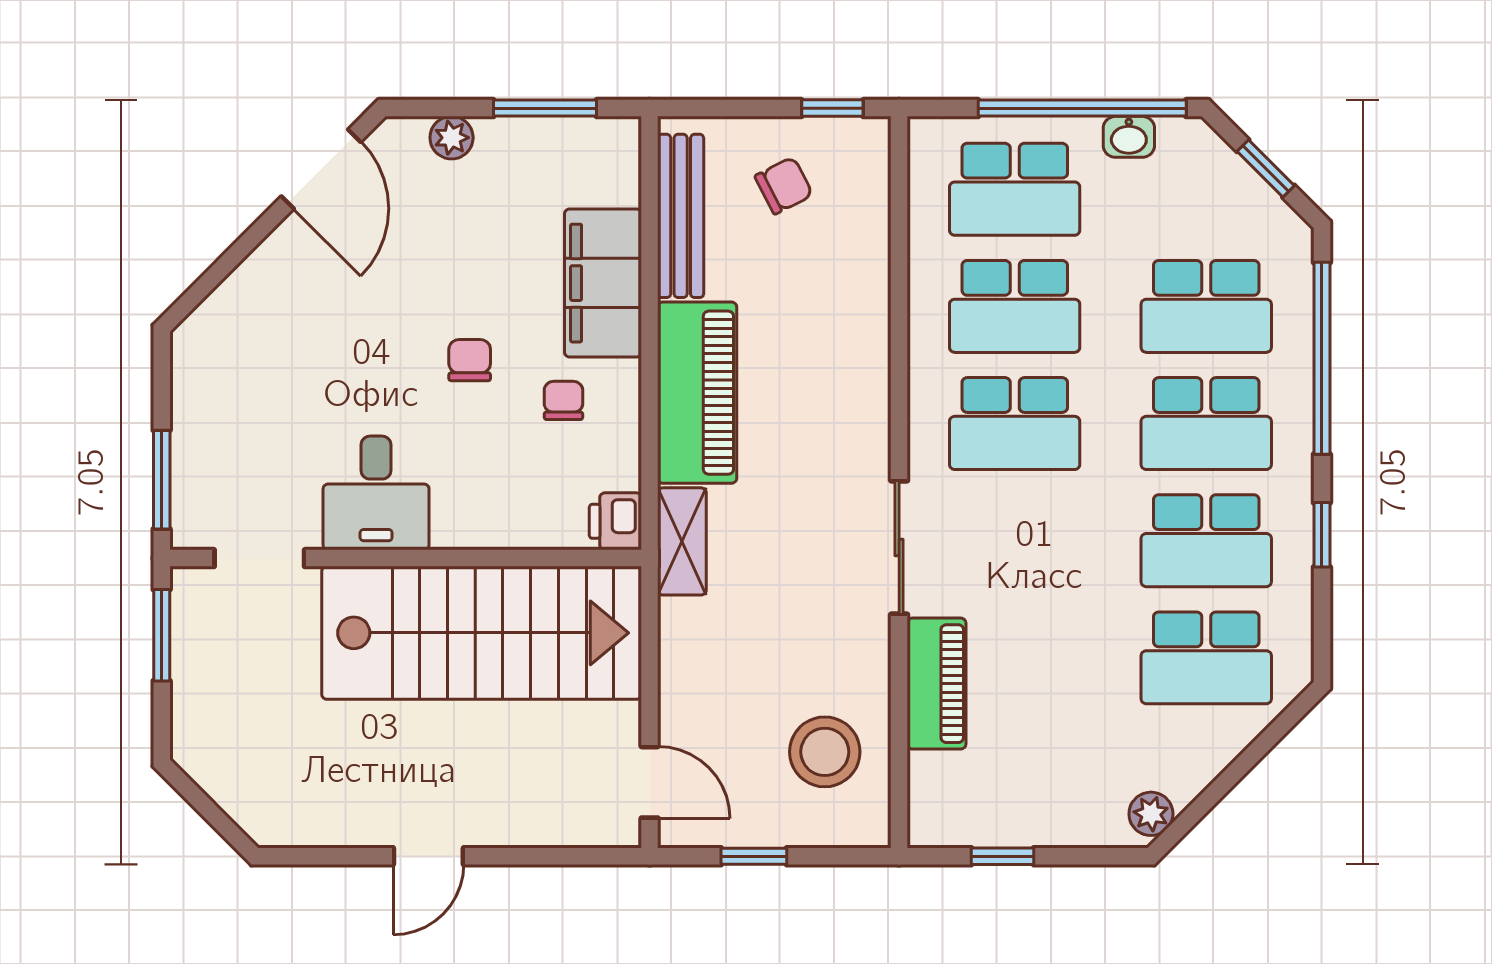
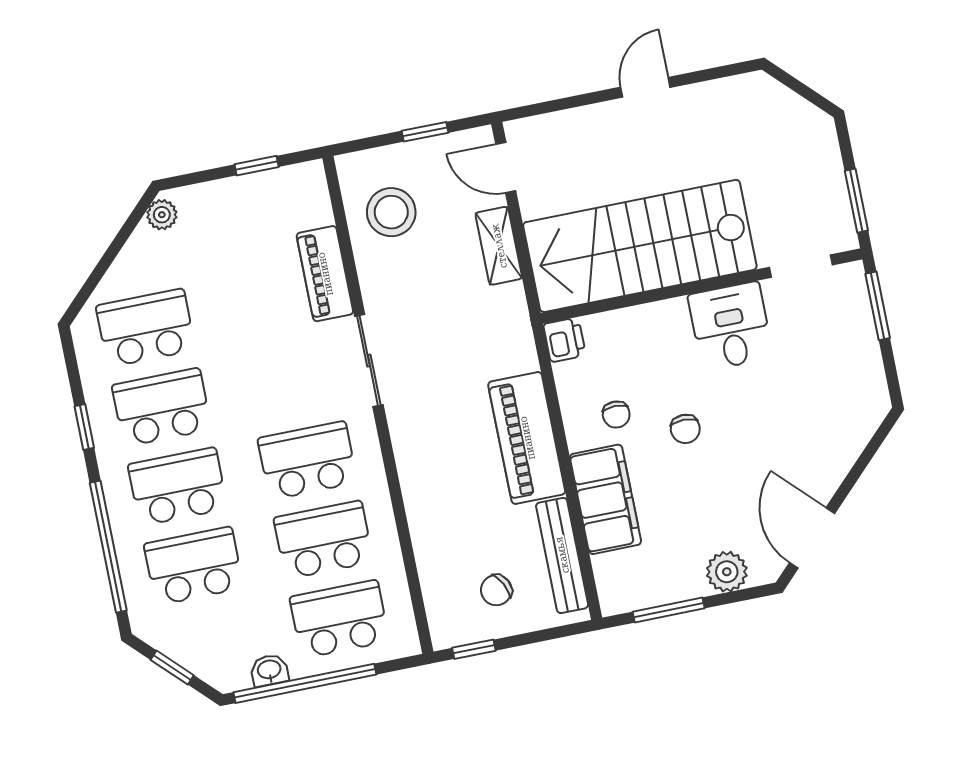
plant: (452, 138) -> (727, 572), width x1.38, depth x1.38
shelving: (682, 541) -> (499, 246), moved

